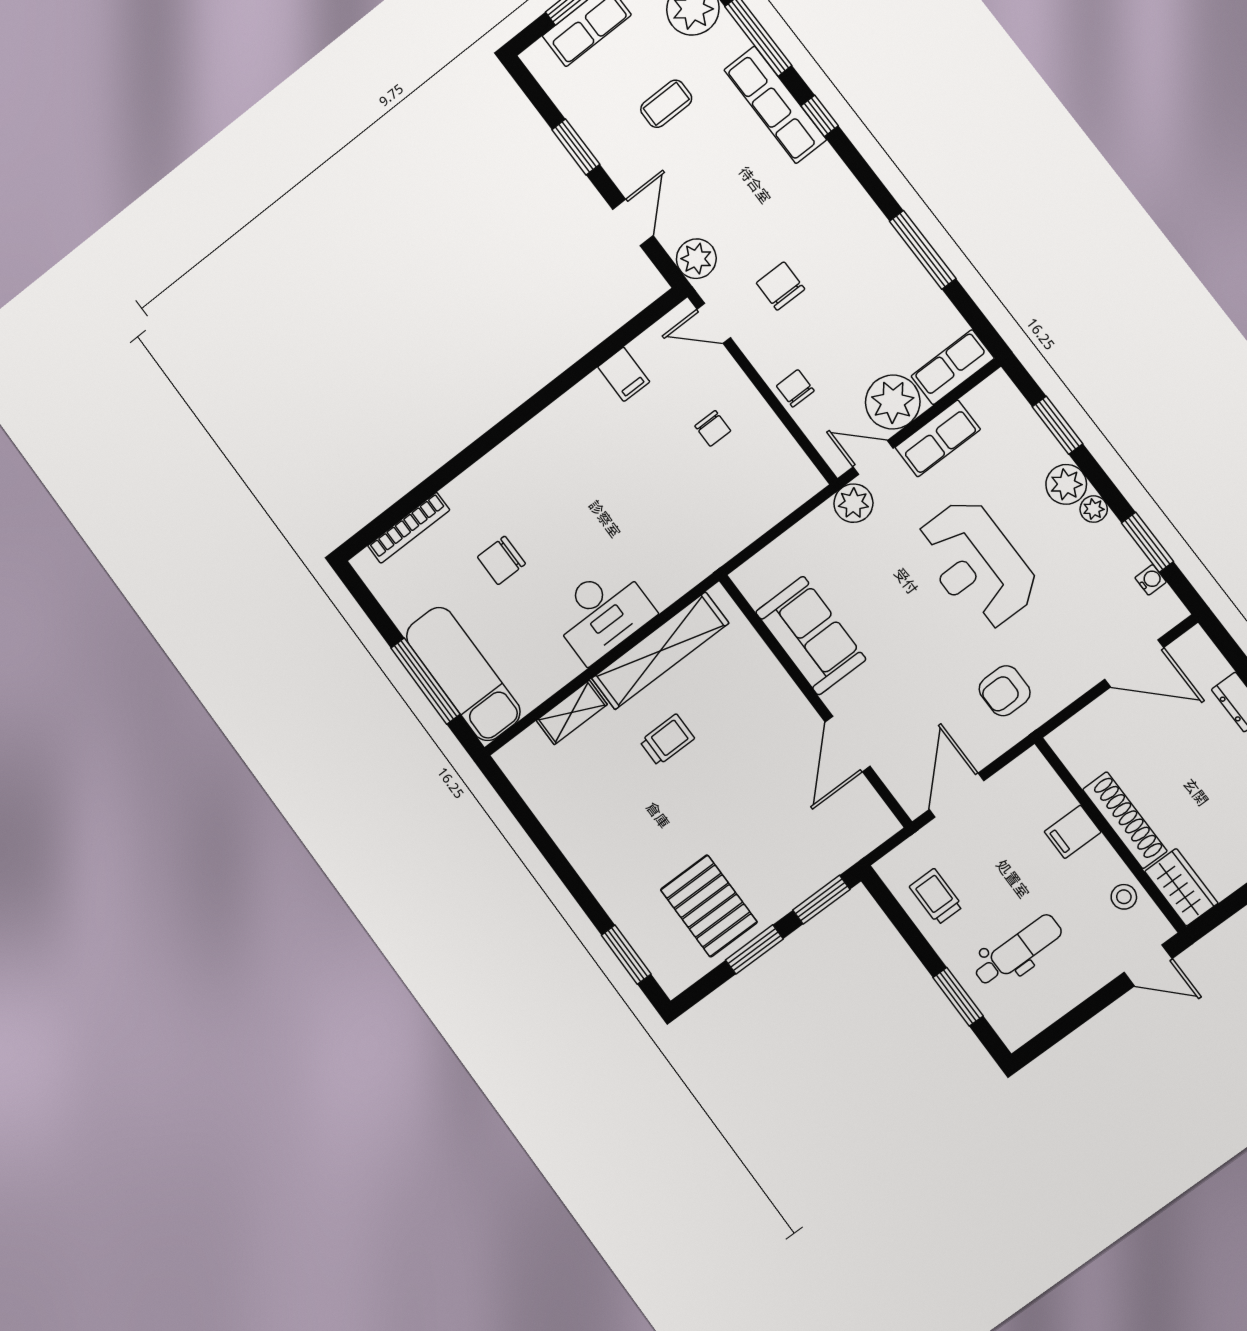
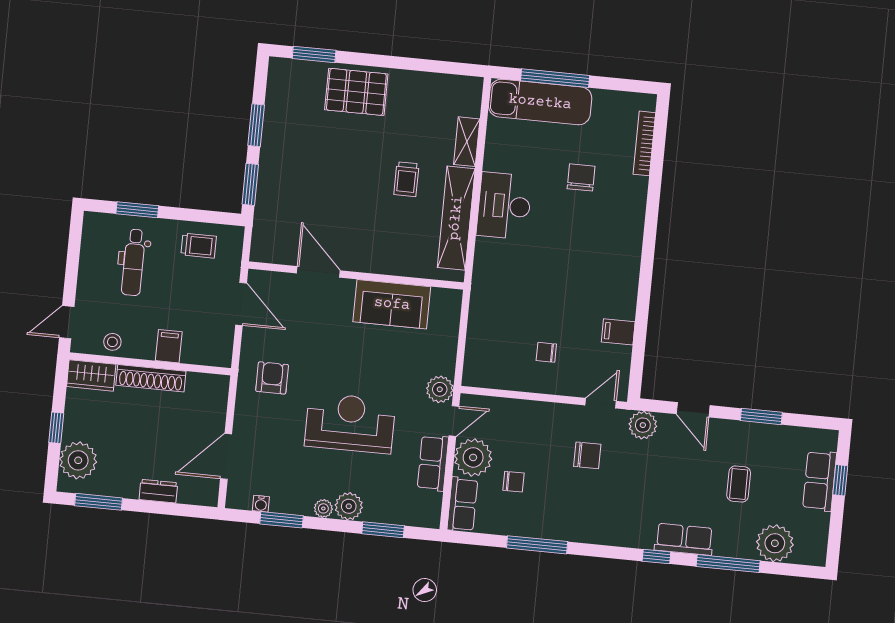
row of seats: (775, 105) -> (684, 539), width x0.68
chair: (795, 388) -> (514, 482), moved
pallet: (709, 906) -> (356, 92), moved

